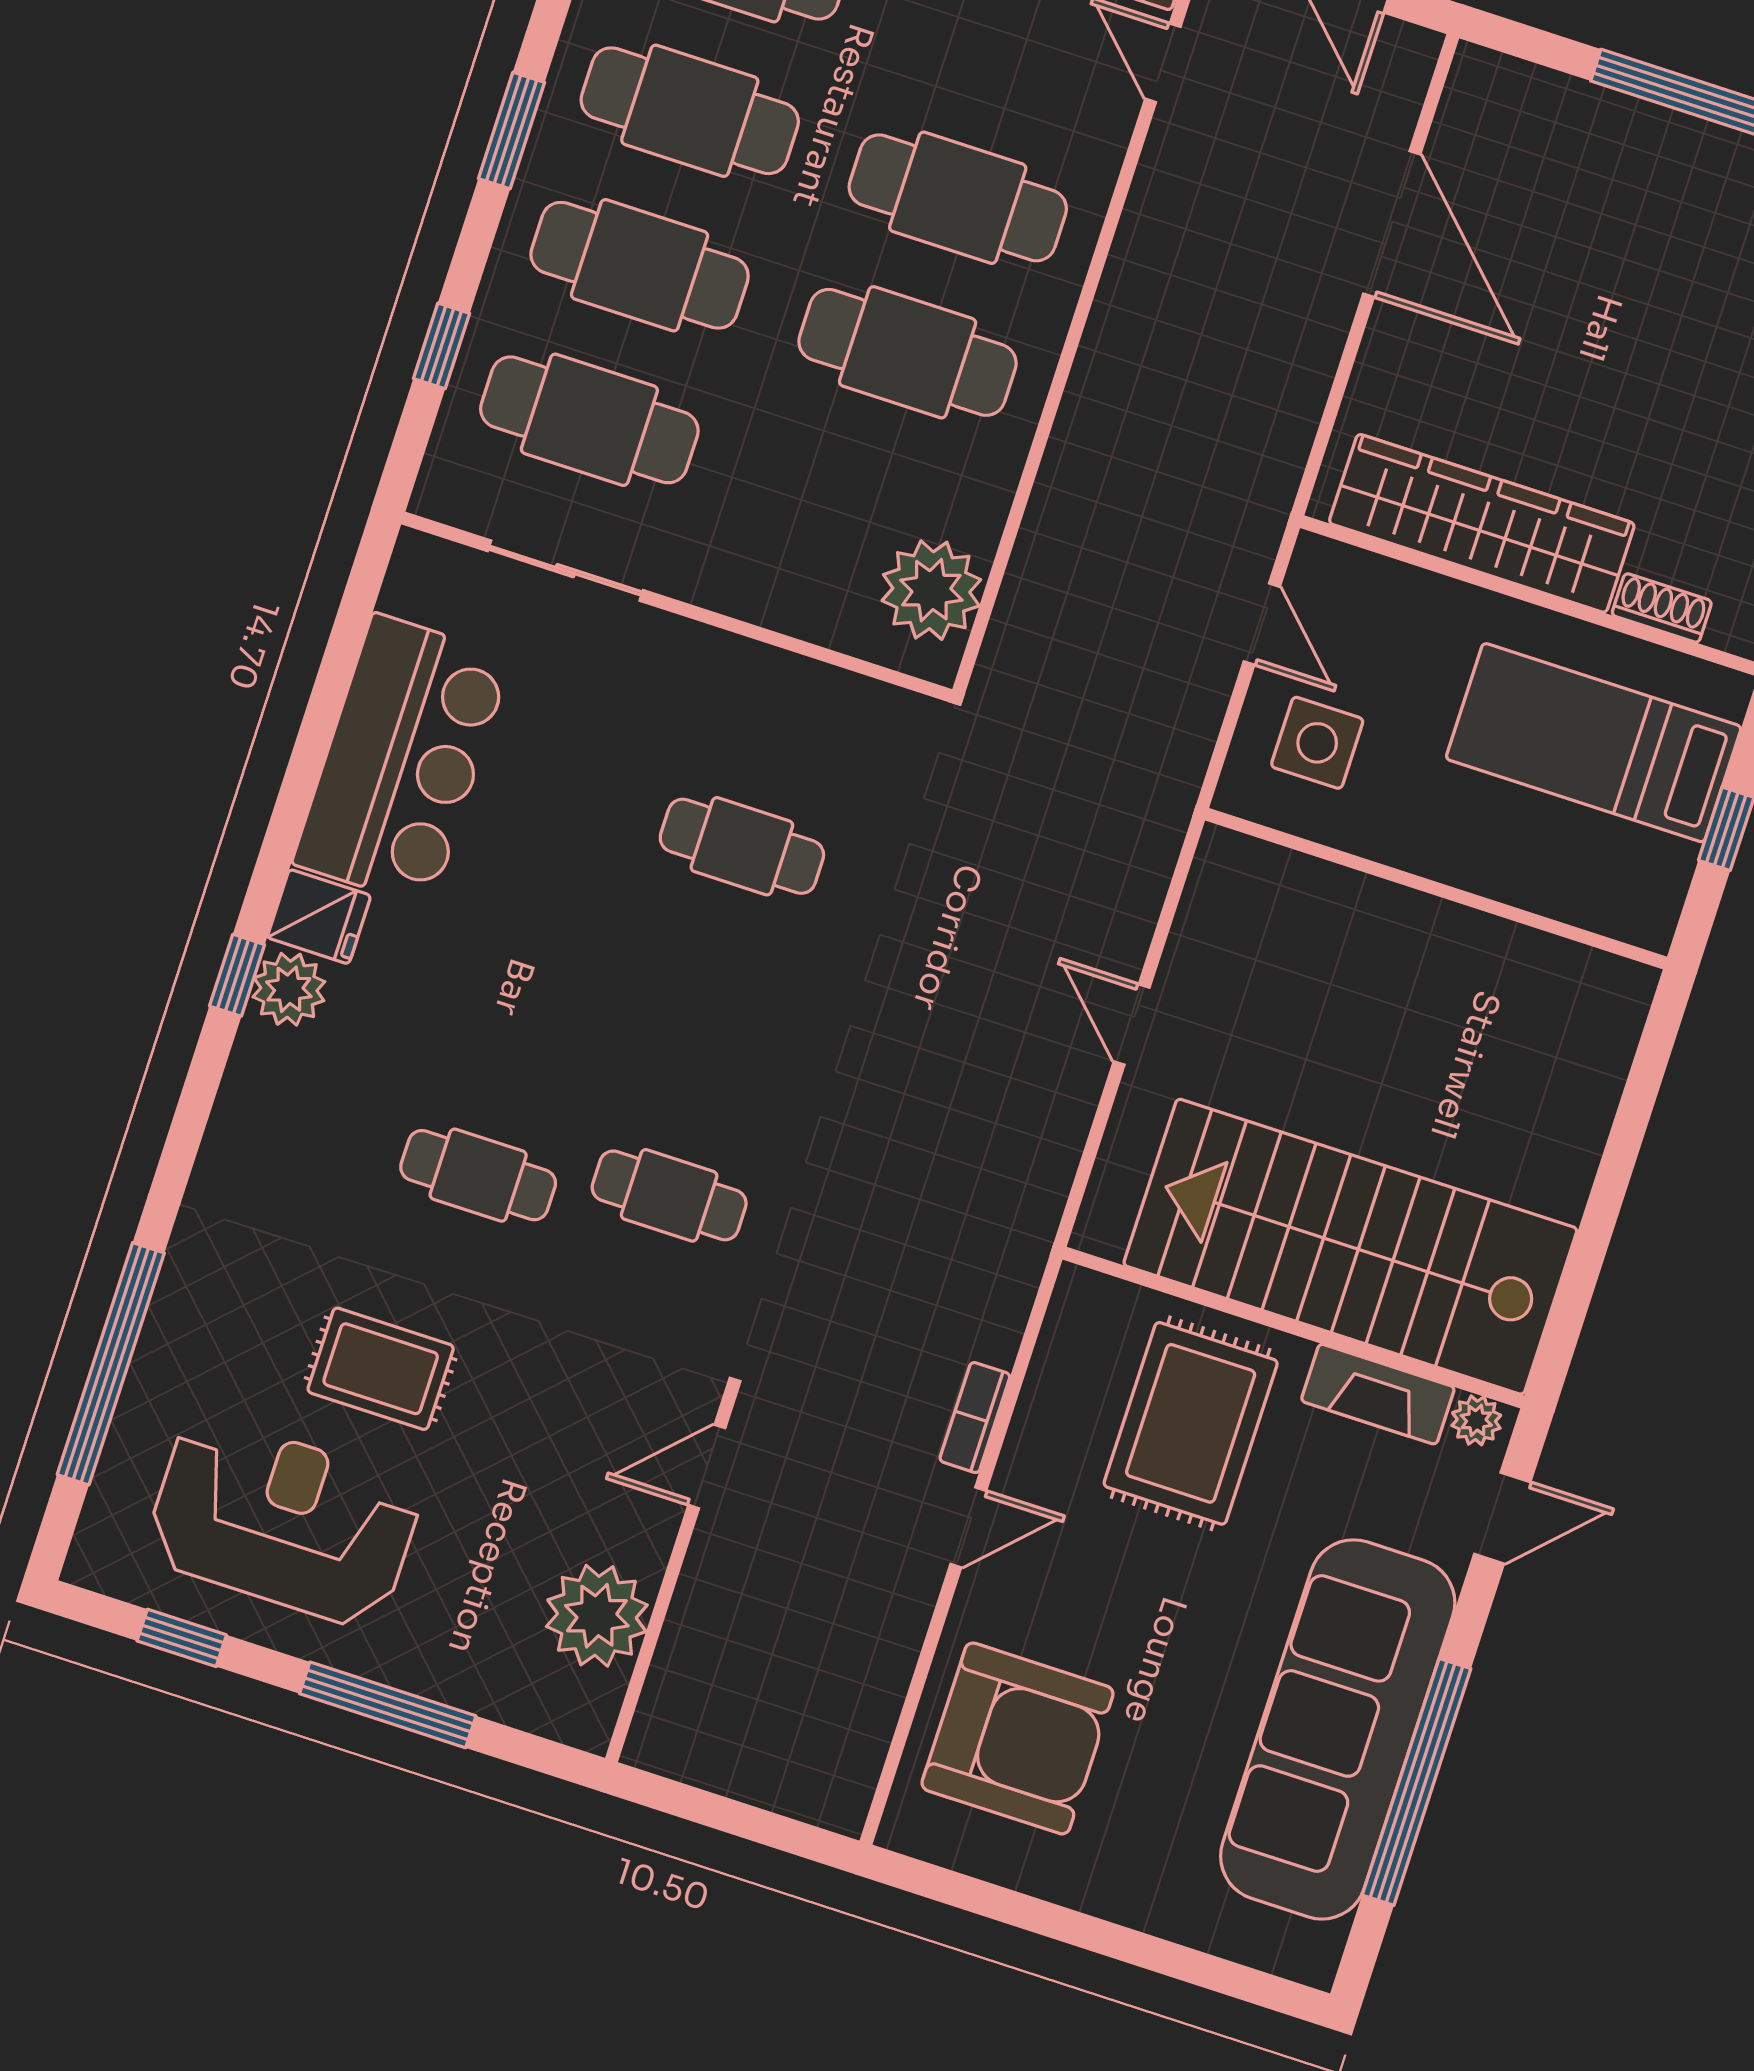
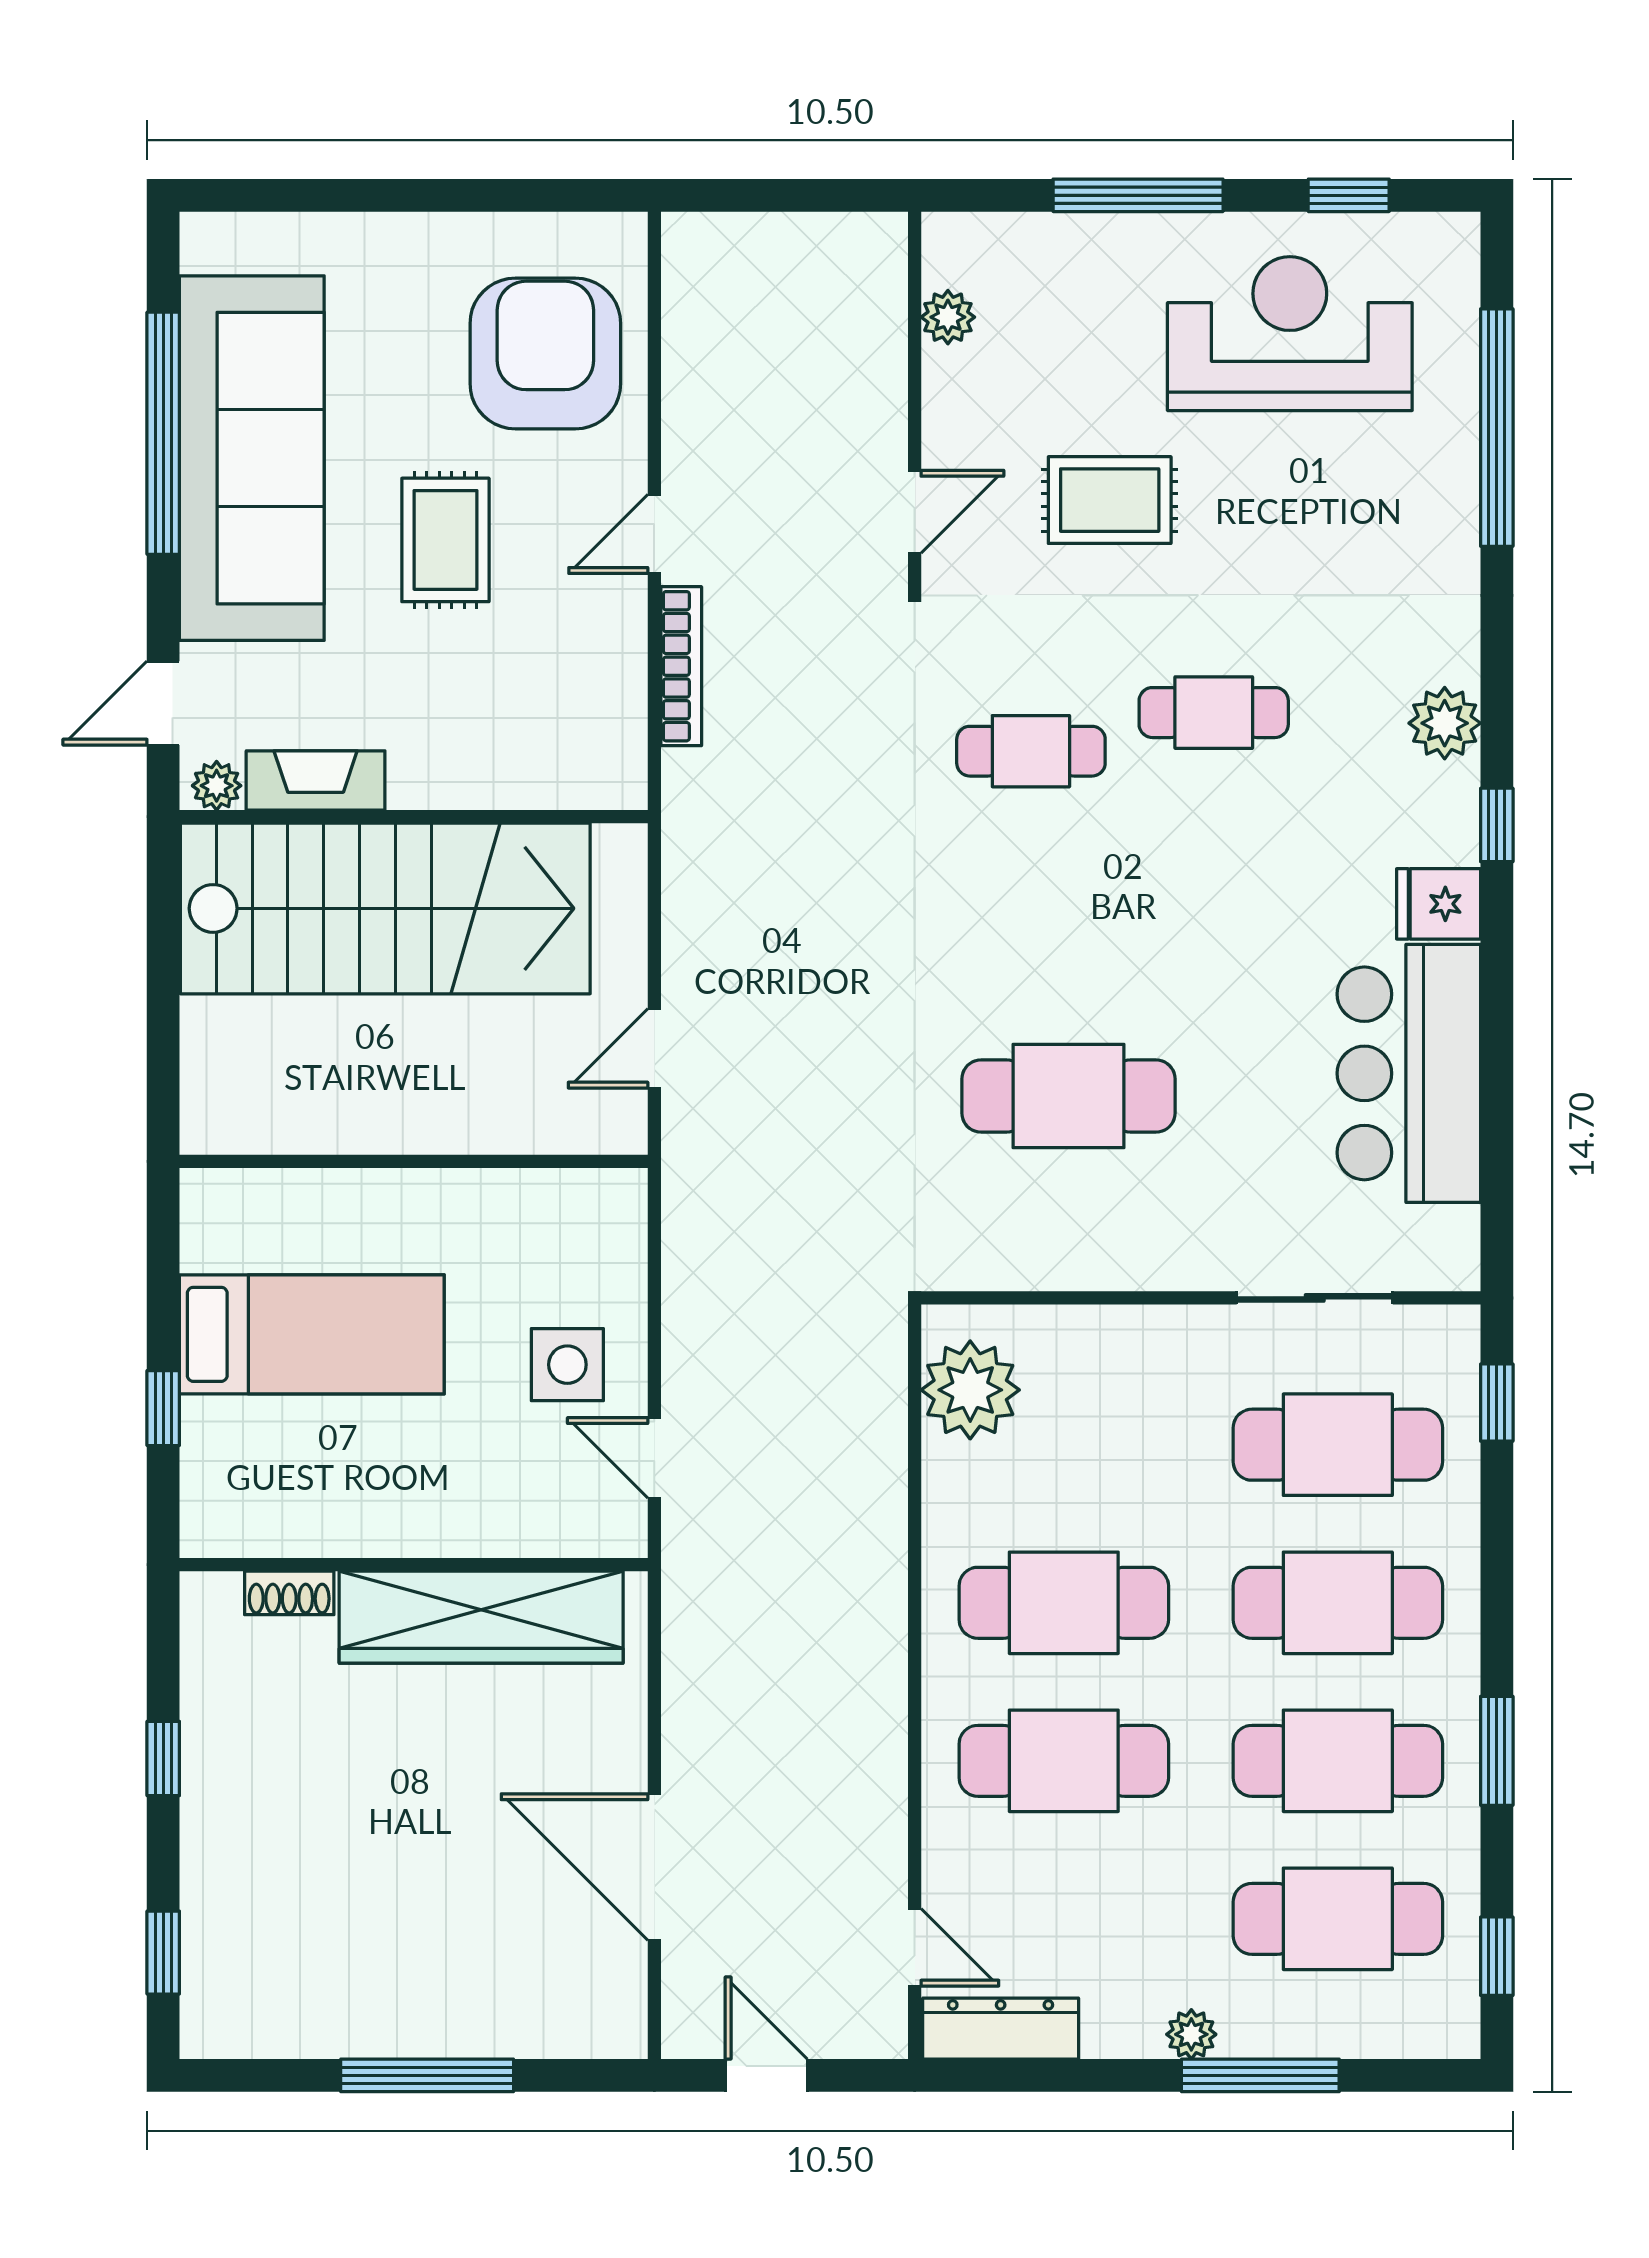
window: (512, 130) -> (1497, 1751), moved
window: (442, 346) -> (1497, 1403), moved
bed: (1594, 743) -> (312, 1334), moved
cafe table: (742, 846) -> (1068, 1096), width x1.37, depth x1.35
wall: (1436, 889) -> (414, 1161), moved
plant: (289, 989) -> (1445, 723), moved
door: (1132, 1025) -> (654, 1048), swing flipped
rug: (381, 1369) -> (1110, 500), moved
bookcase: (975, 1418) -> (681, 666), width x1.56
rug: (1191, 1423) -> (445, 540), moved, width x0.73, depth x0.70
reception desk: (283, 1521) -> (1290, 334), turned 180
plant: (597, 1616) -> (948, 317), width x0.53, depth x0.53
armchair: (1018, 1738) -> (545, 354), turned 90

